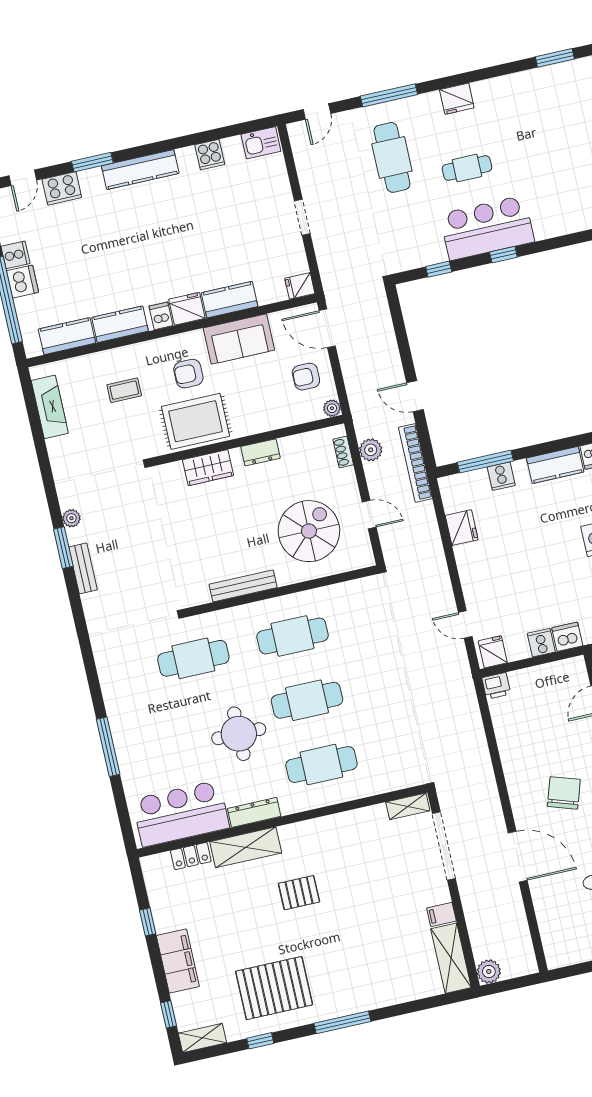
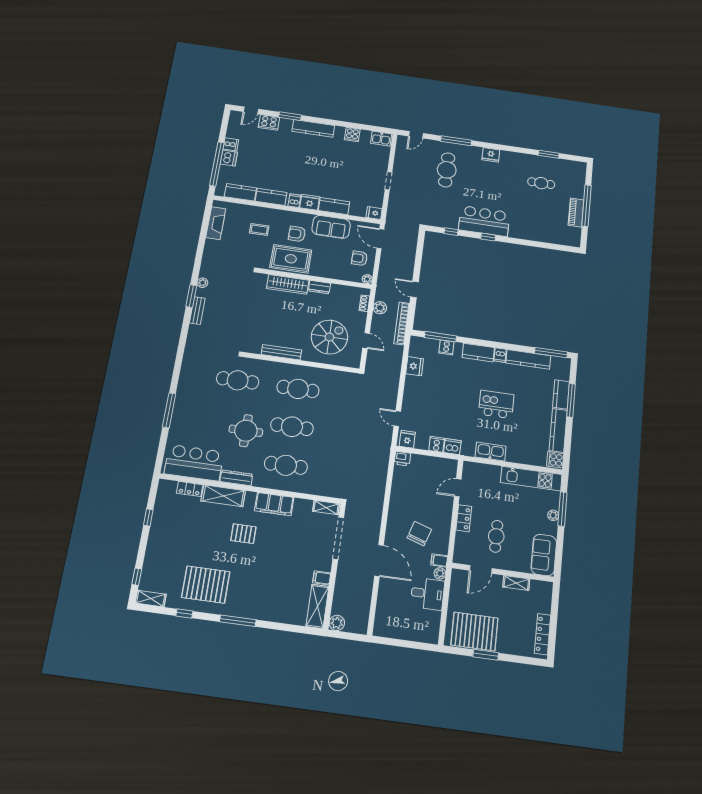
cafe table: (467, 168) -> (541, 183), moved
wardrobe: (208, 468) -> (288, 284), width x1.50
filing cabinet: (178, 961) -> (274, 504), moved, turned 90

